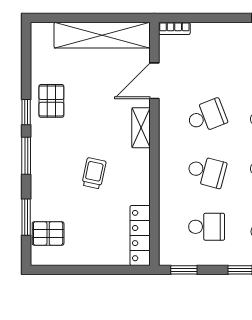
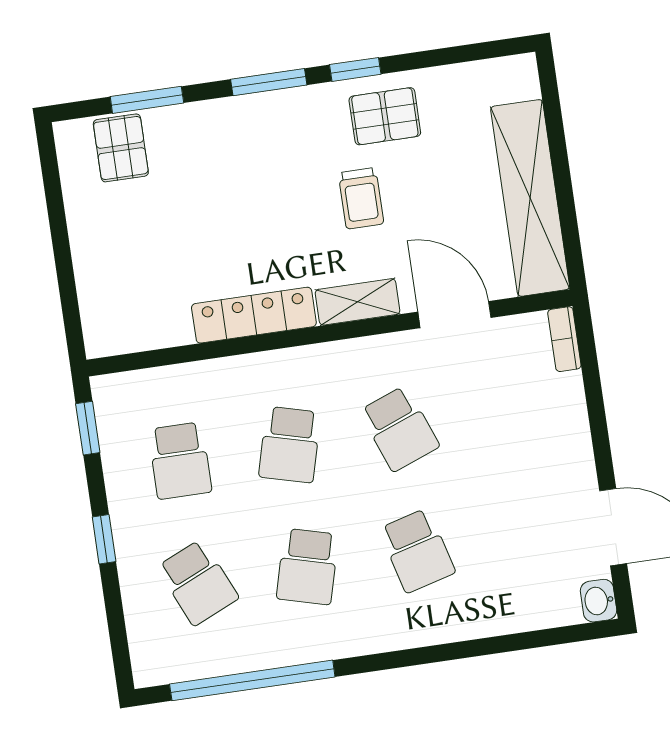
trolley: (94, 173) -> (361, 198), moved, turned 78
locker: (140, 236) -> (254, 315), moved

